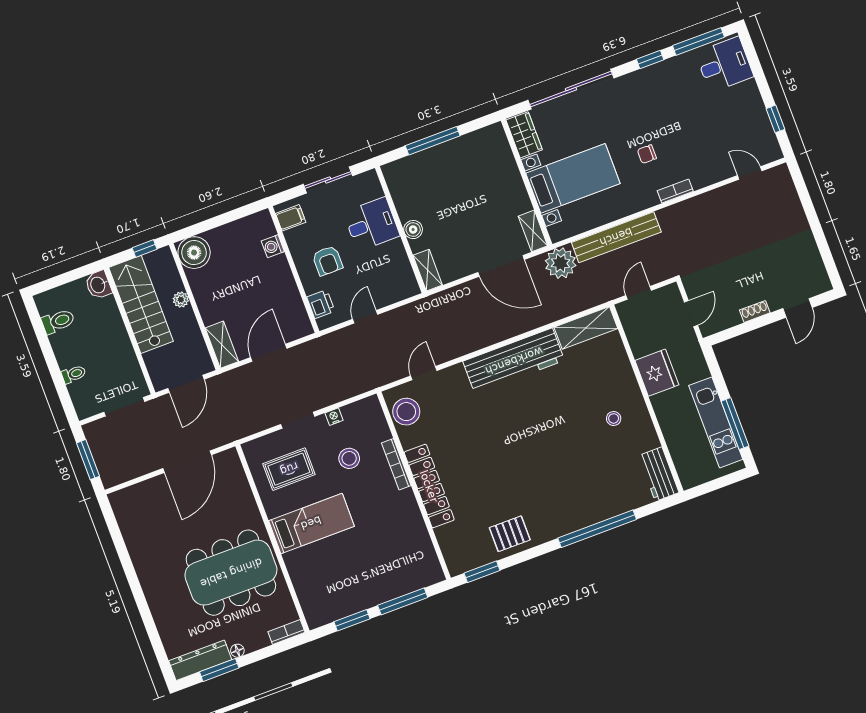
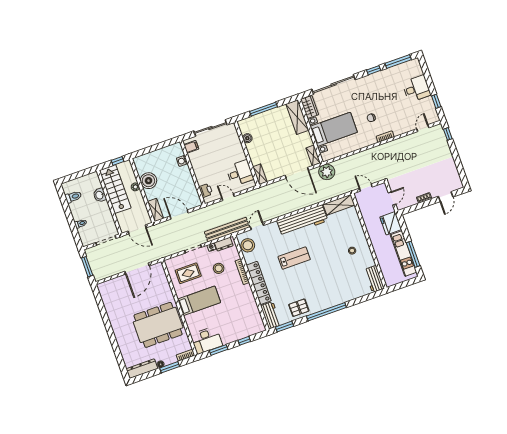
desk: (724, 64) -> (416, 89), moved
shelving: (500, 156) -> (297, 117), added
door: (750, 173) -> (423, 128), hinge flipped
sliding door: (328, 180) -> (210, 128), width x1.37
window: (800, 183) -> (448, 134), added
desk: (372, 224) -> (240, 173), moved
boiler: (413, 230) -> (247, 138), moved
bench: (616, 237) -> (227, 230), moved
boiler: (194, 253) -> (148, 181), moved
armchair: (327, 261) -> (209, 169), removed
washbasin: (98, 285) -> (100, 195), moved
door: (639, 293) -> (366, 188), hinge flipped
door: (365, 317) -> (228, 197), hinge flipped
door: (269, 353) -> (179, 215), hinge flipped
fridge: (657, 373) -> (391, 223), moved, turned 180
door: (186, 384) -> (137, 229), hinge flipped
dresser: (359, 410) -> (224, 244), added
lab bench: (499, 435) -> (294, 258), added
window: (597, 529) -> (326, 312), moved
workbench: (454, 550) -> (271, 315), added
desk: (328, 601) -> (207, 340), added
window: (403, 601) -> (244, 341), width x0.46
window: (219, 670) -> (170, 367), moved

